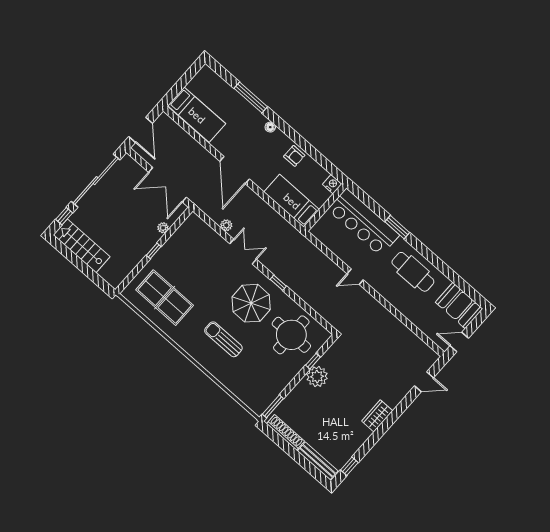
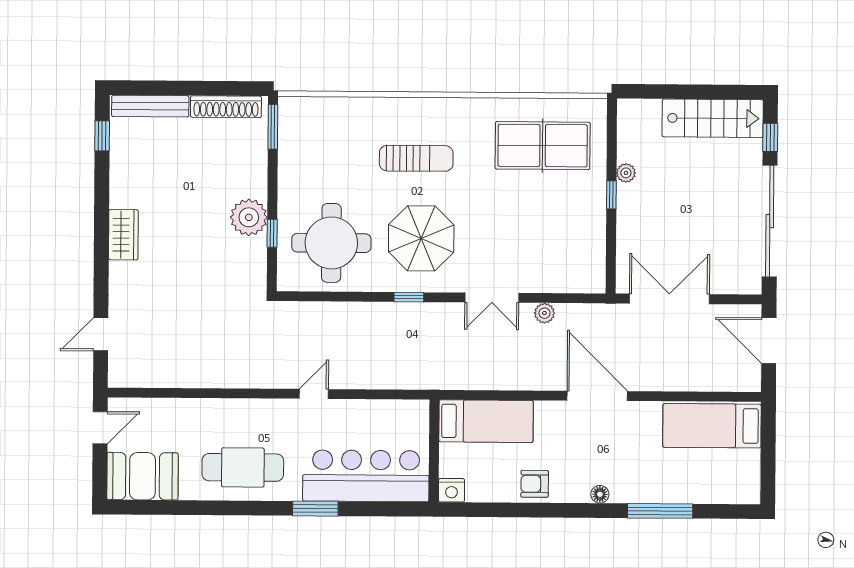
plant: (163, 228) -> (626, 173), moved

